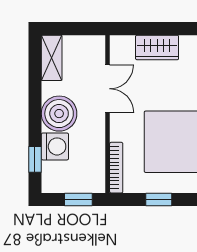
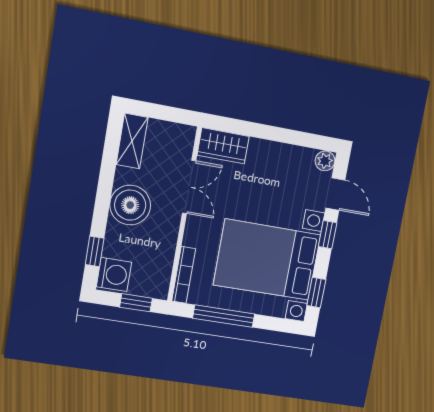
wardrobe: (157, 47) -> (223, 146), moved
washing machine: (55, 146) -> (114, 274), moved
window: (159, 199) -> (224, 316), width x2.17

